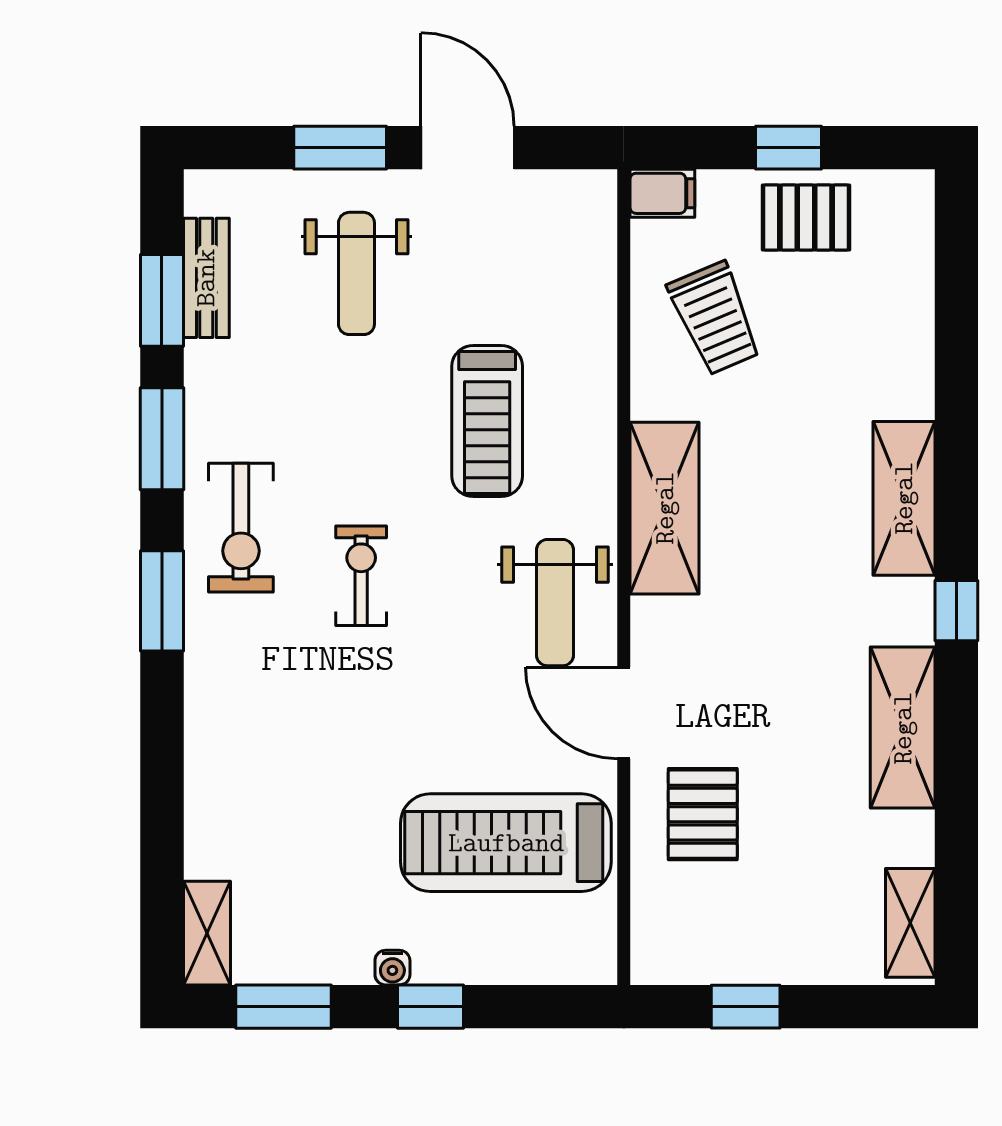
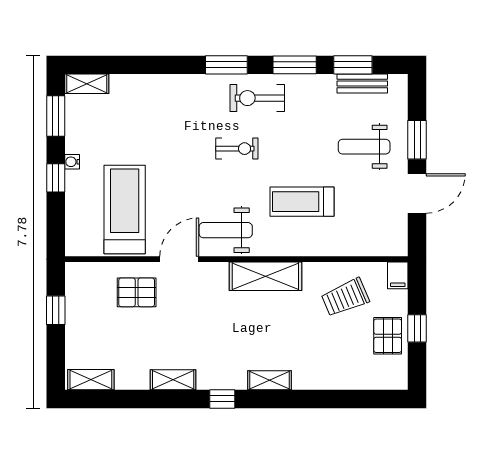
shelving: (904, 498) -> (269, 380), width x0.67, depth x0.75
shelving: (903, 728) -> (173, 380), width x0.67, depth x0.75

